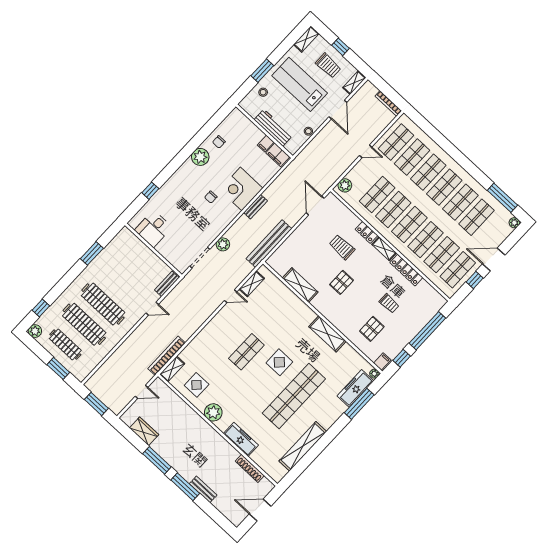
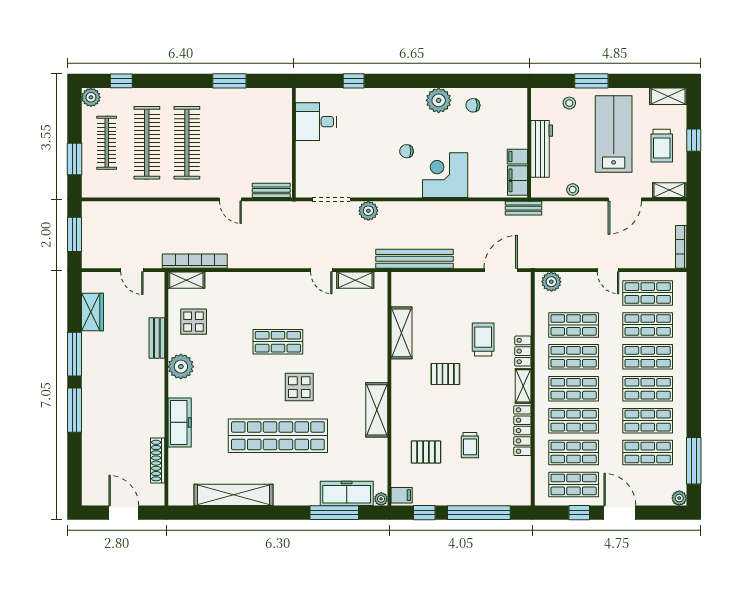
bench: (255, 207) -> (524, 208), moved
bench: (203, 489) -> (157, 338), moved

